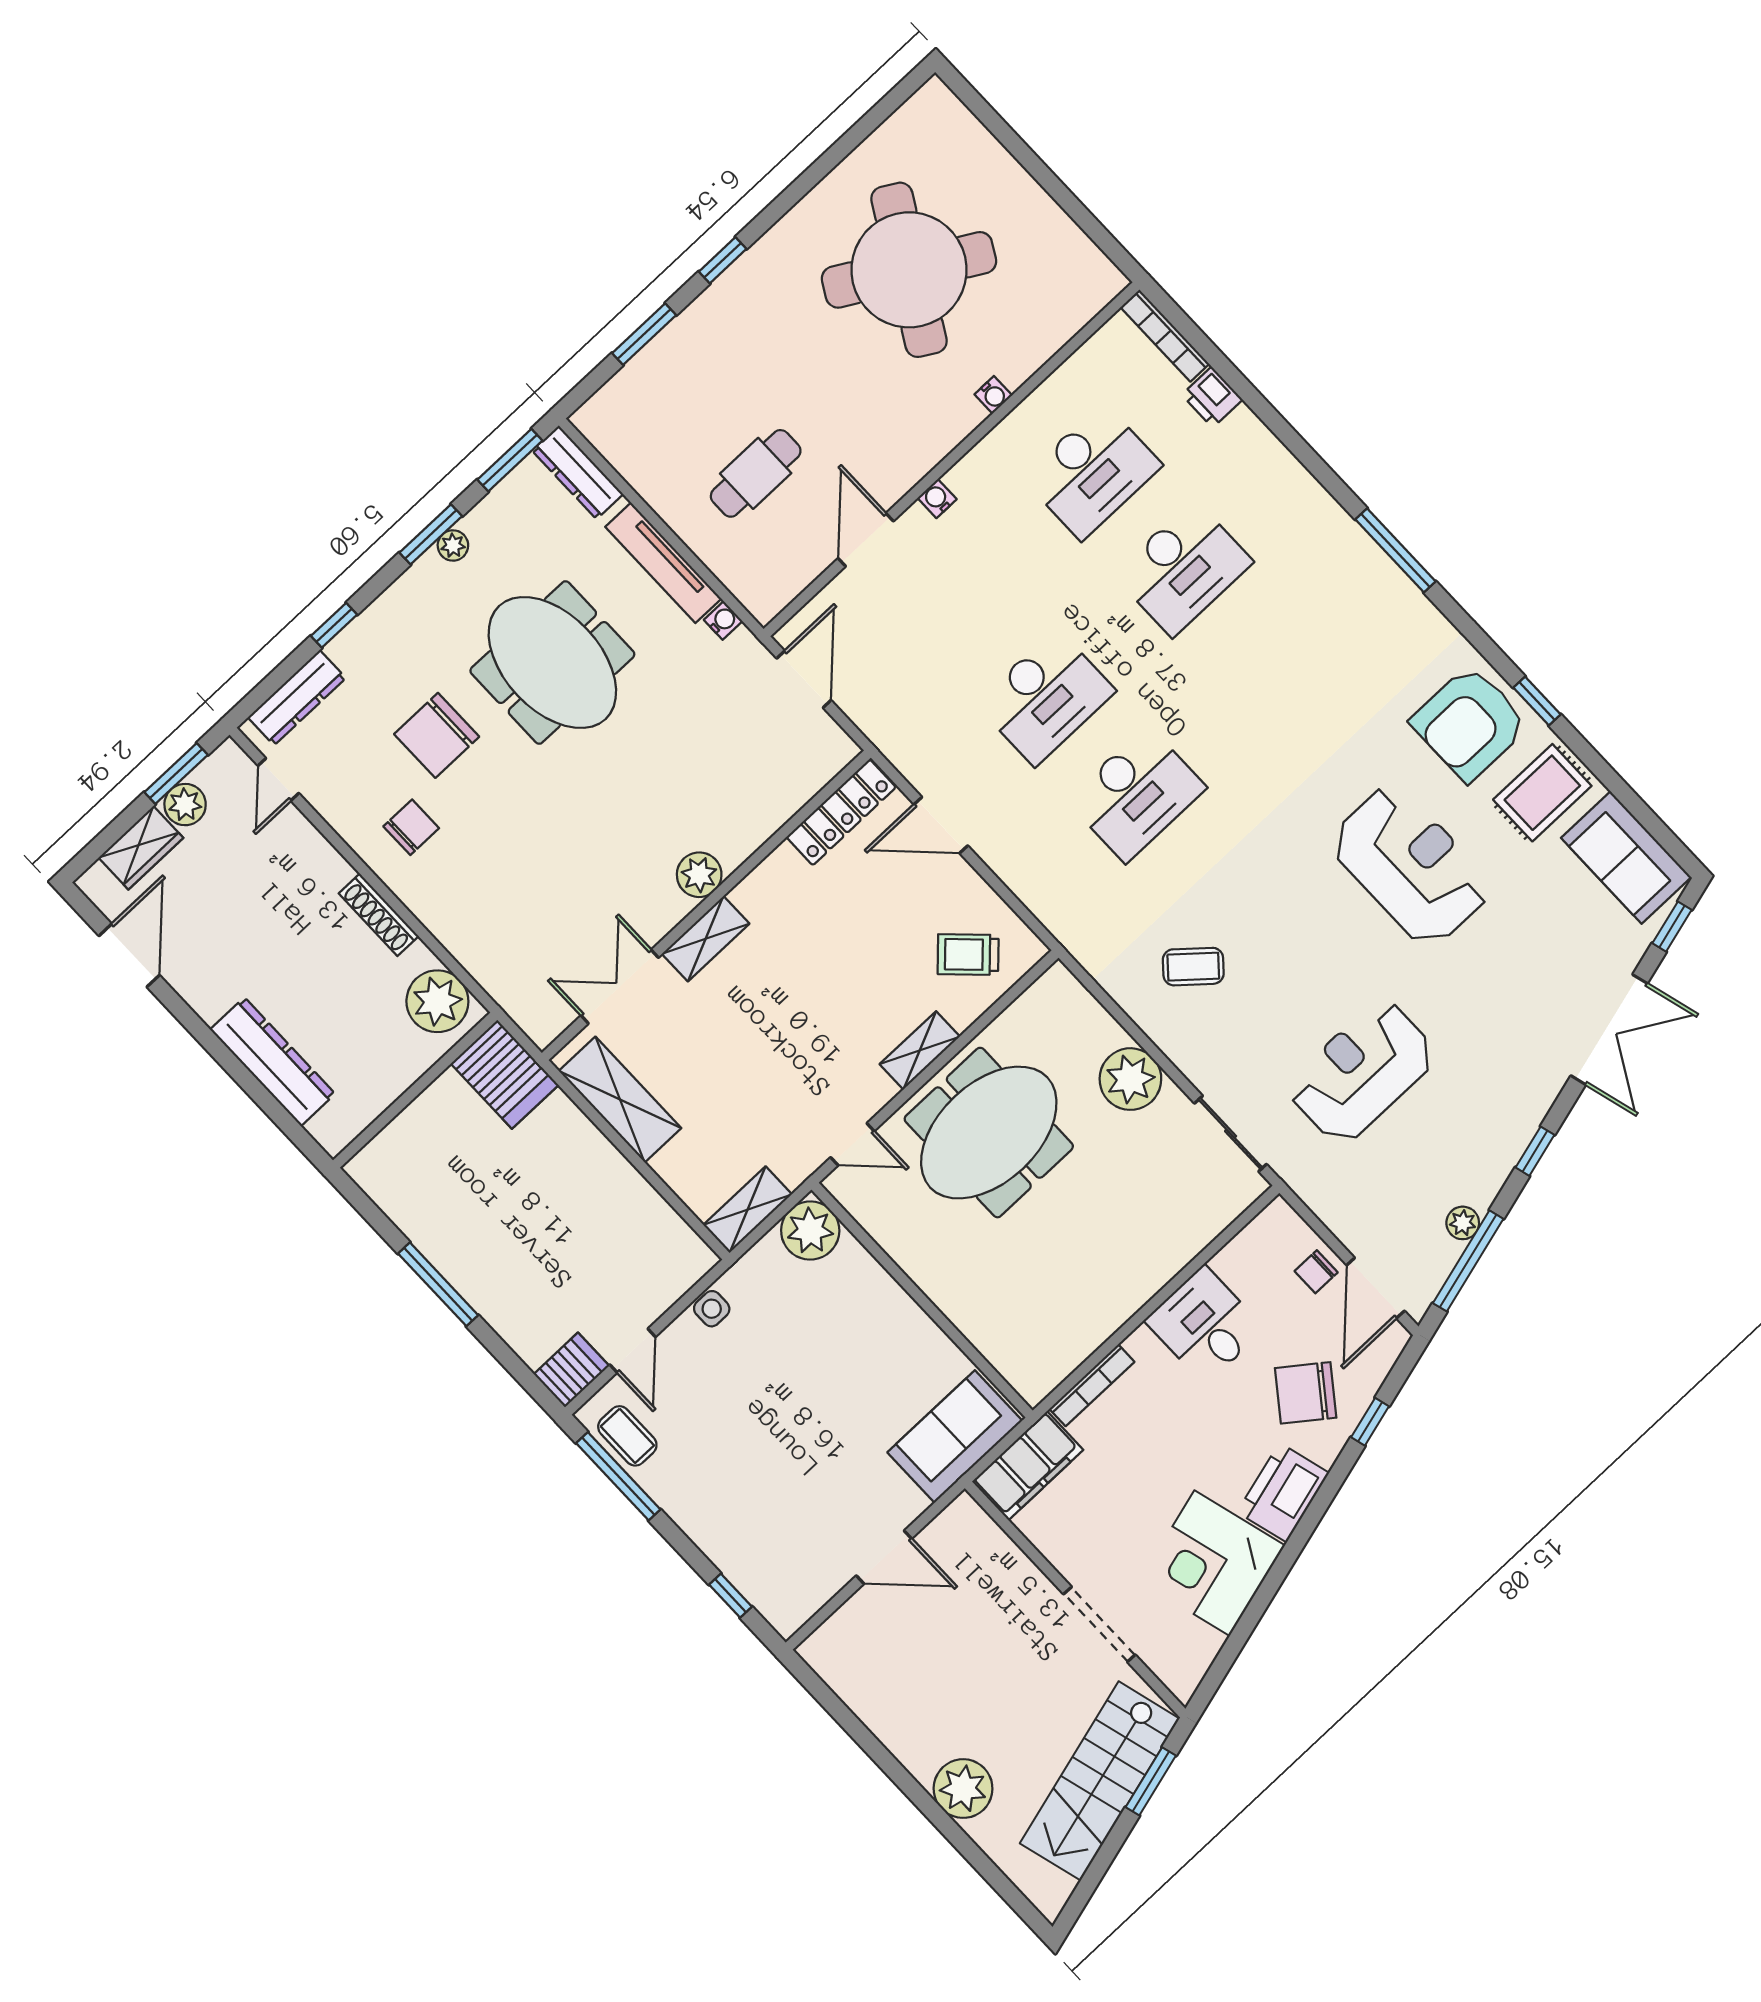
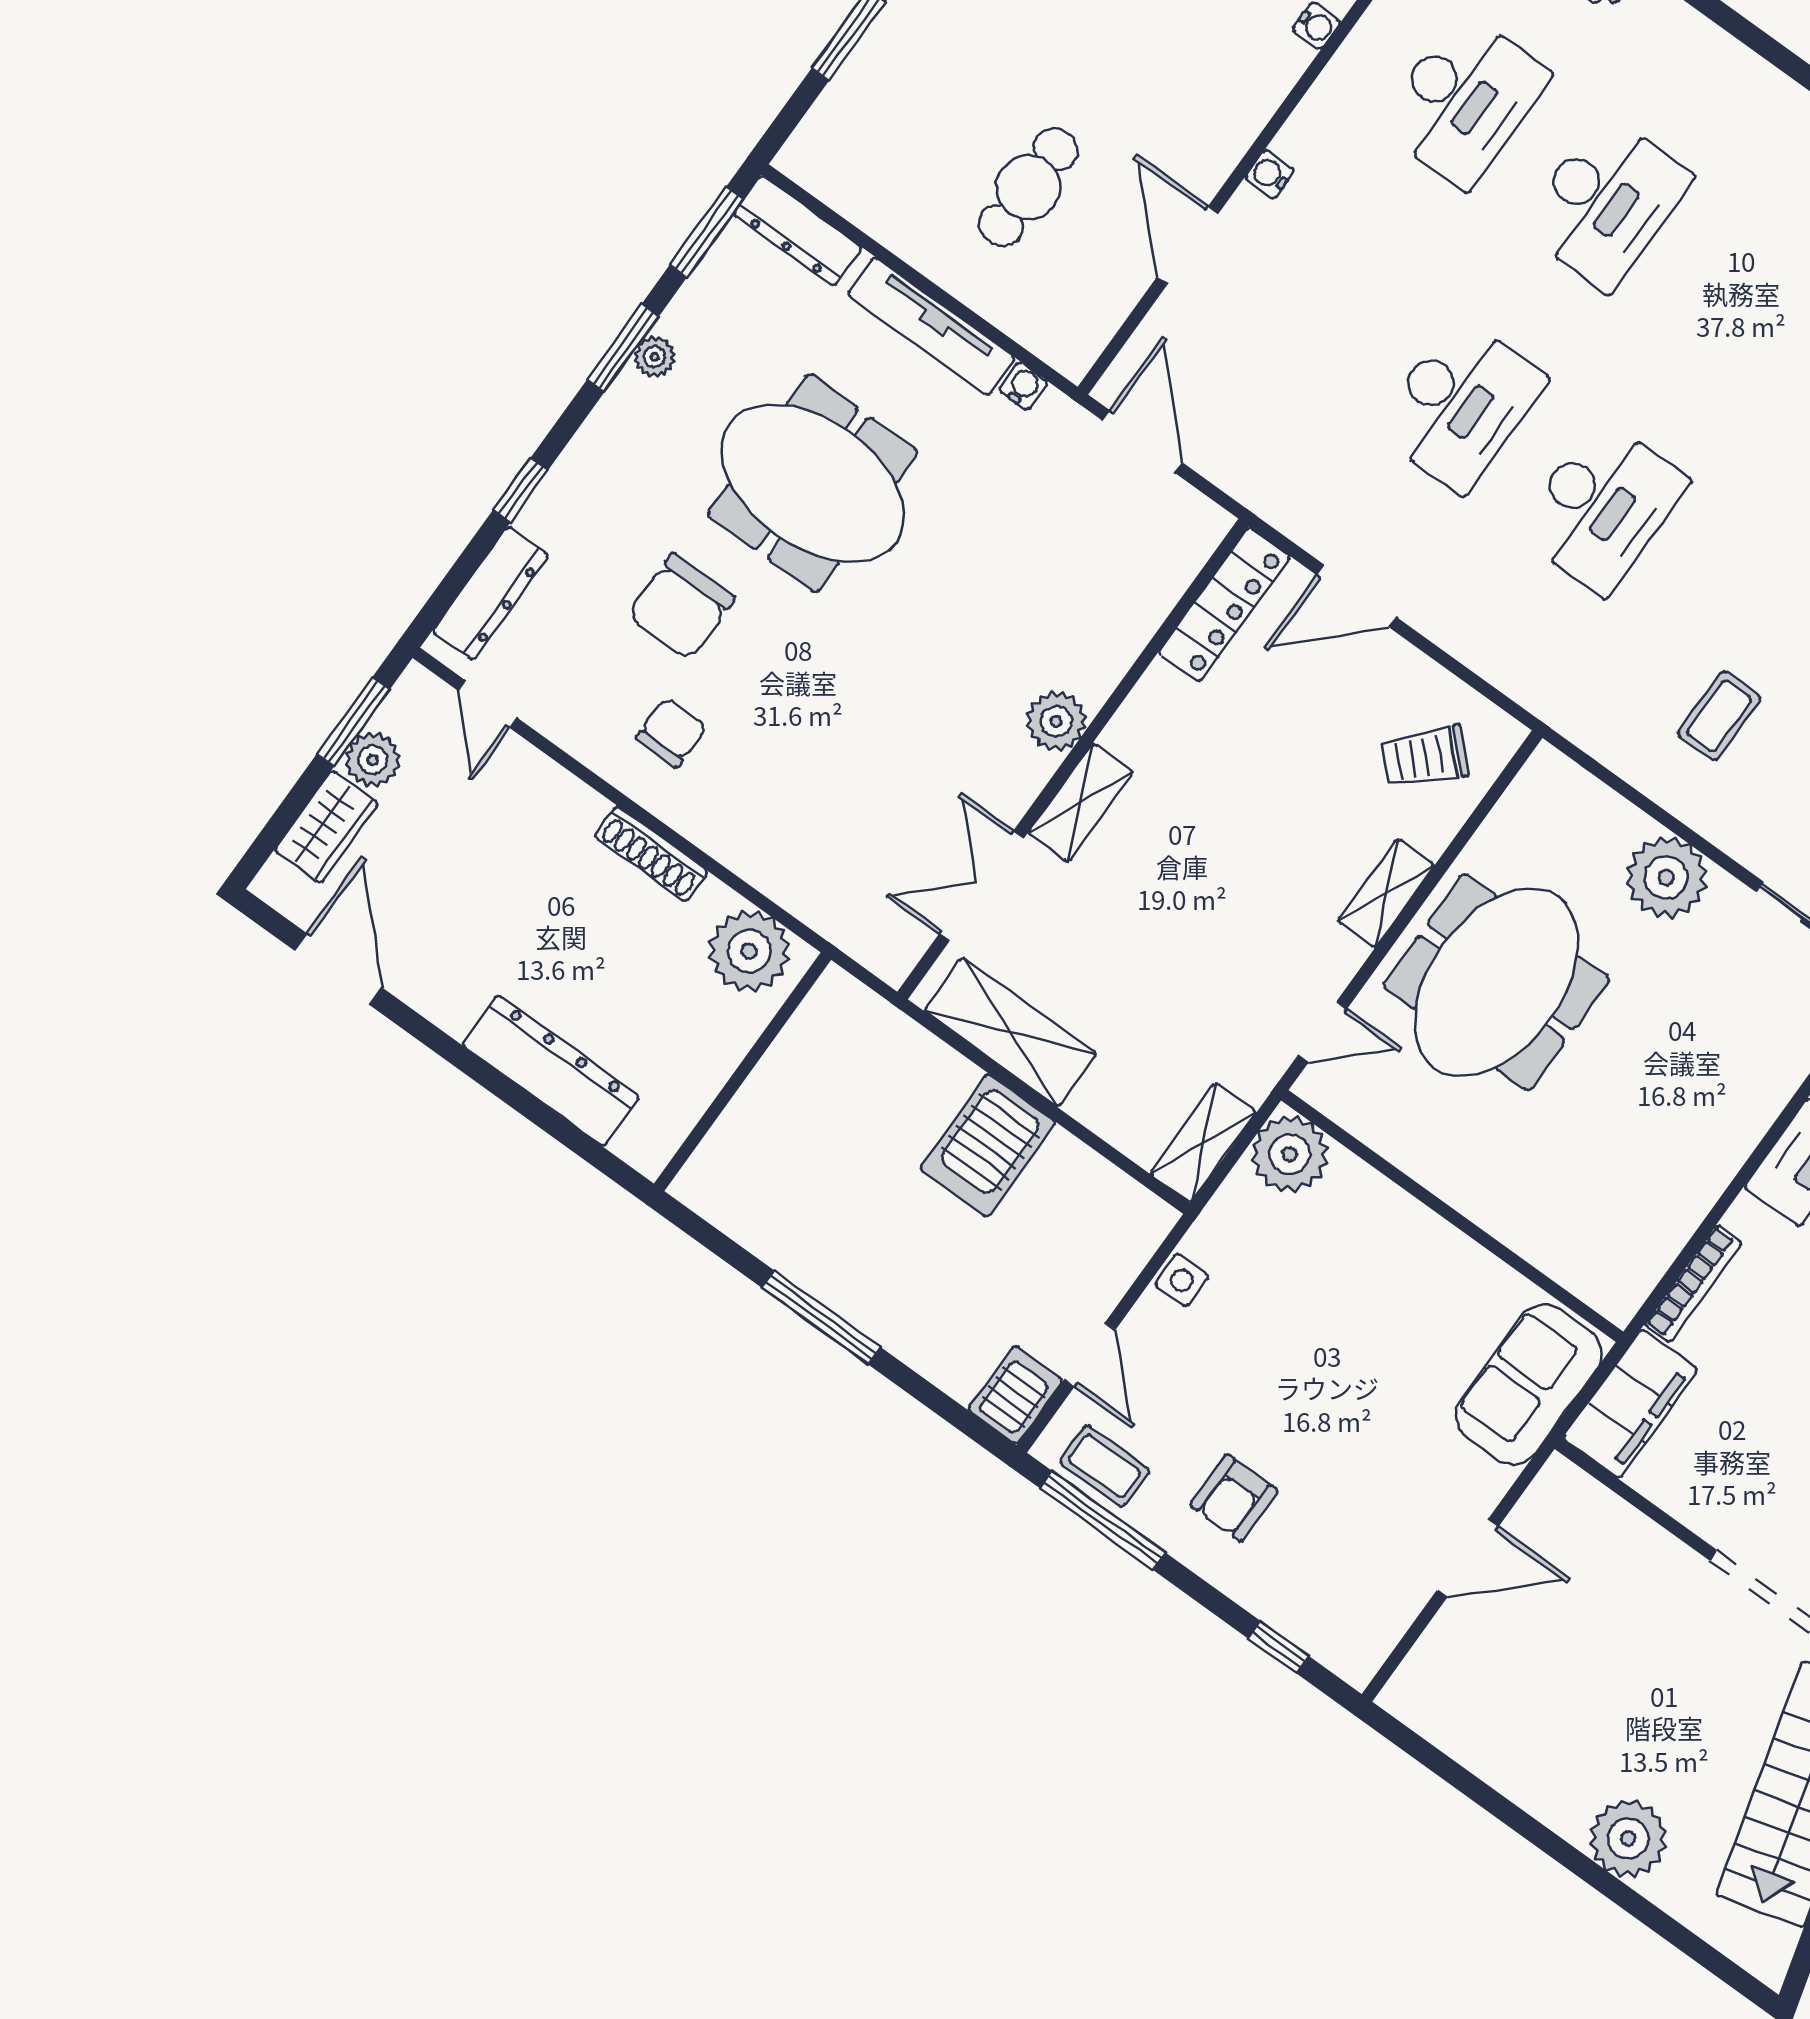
coffee table: (1193, 967) -> (1719, 716), turned -41
server rack: (505, 1074) -> (987, 1145), moved, turned 90
armchair: (719, 1478) -> (1234, 1498), added

